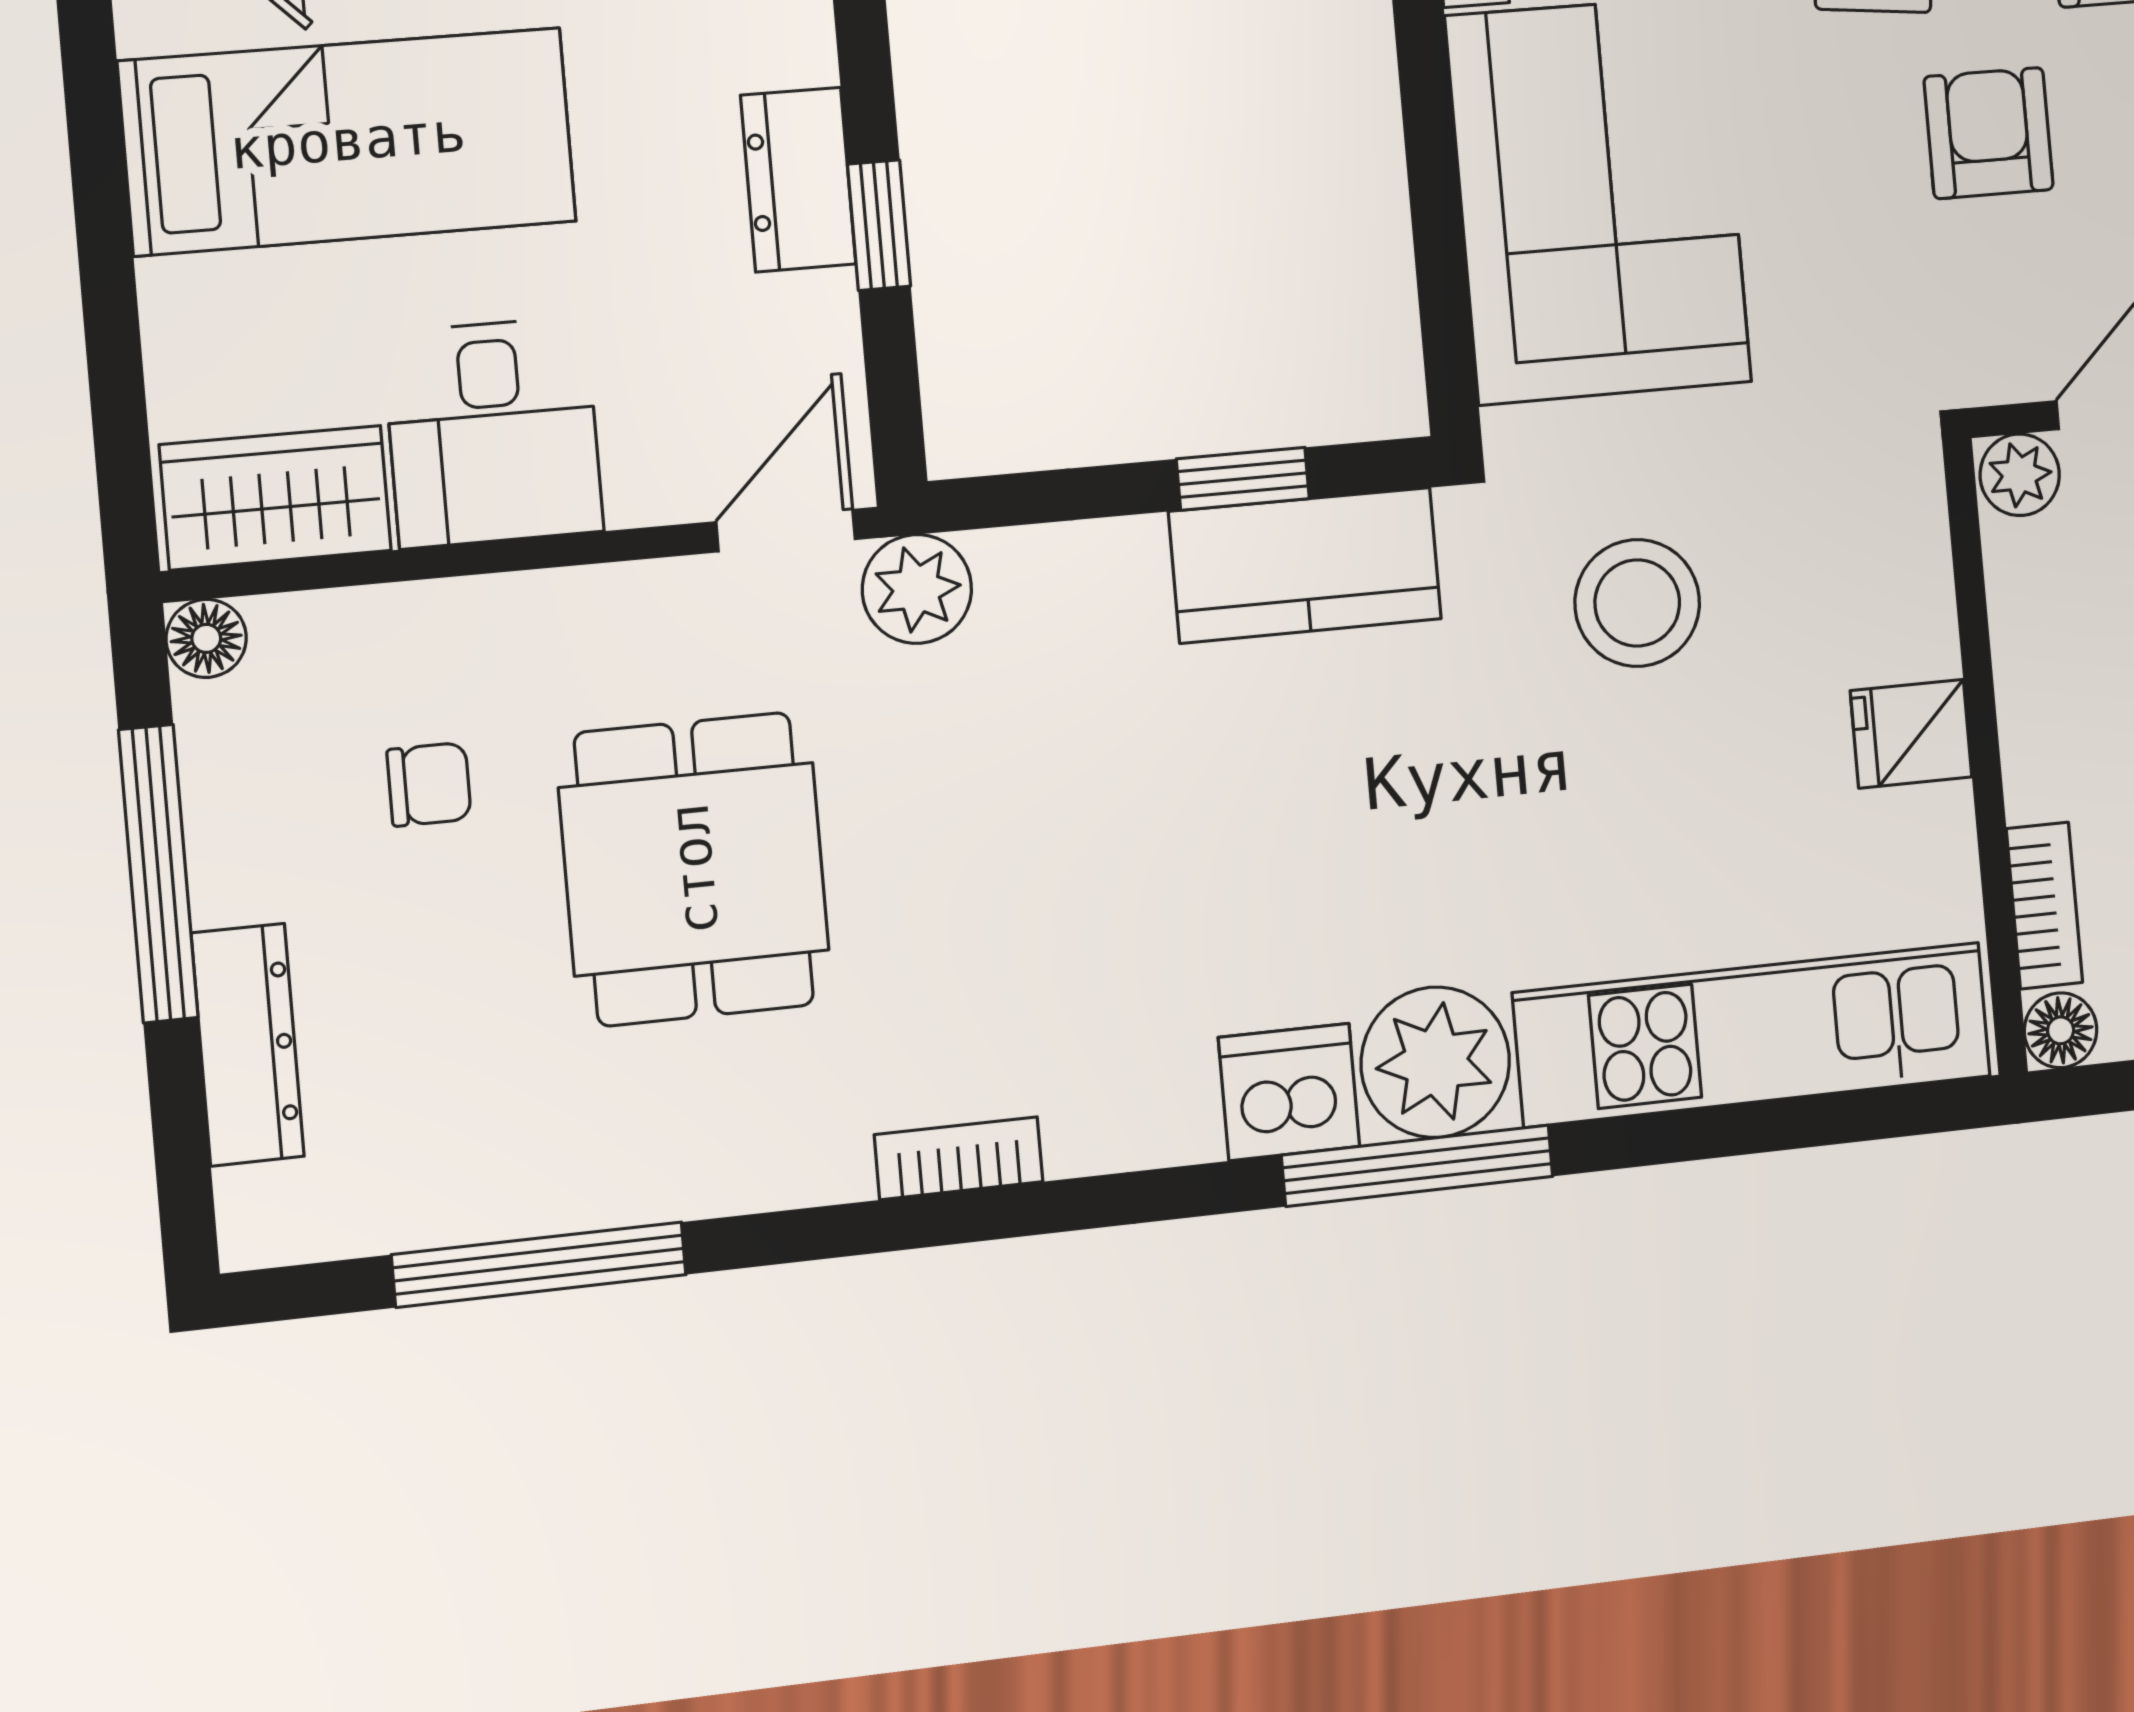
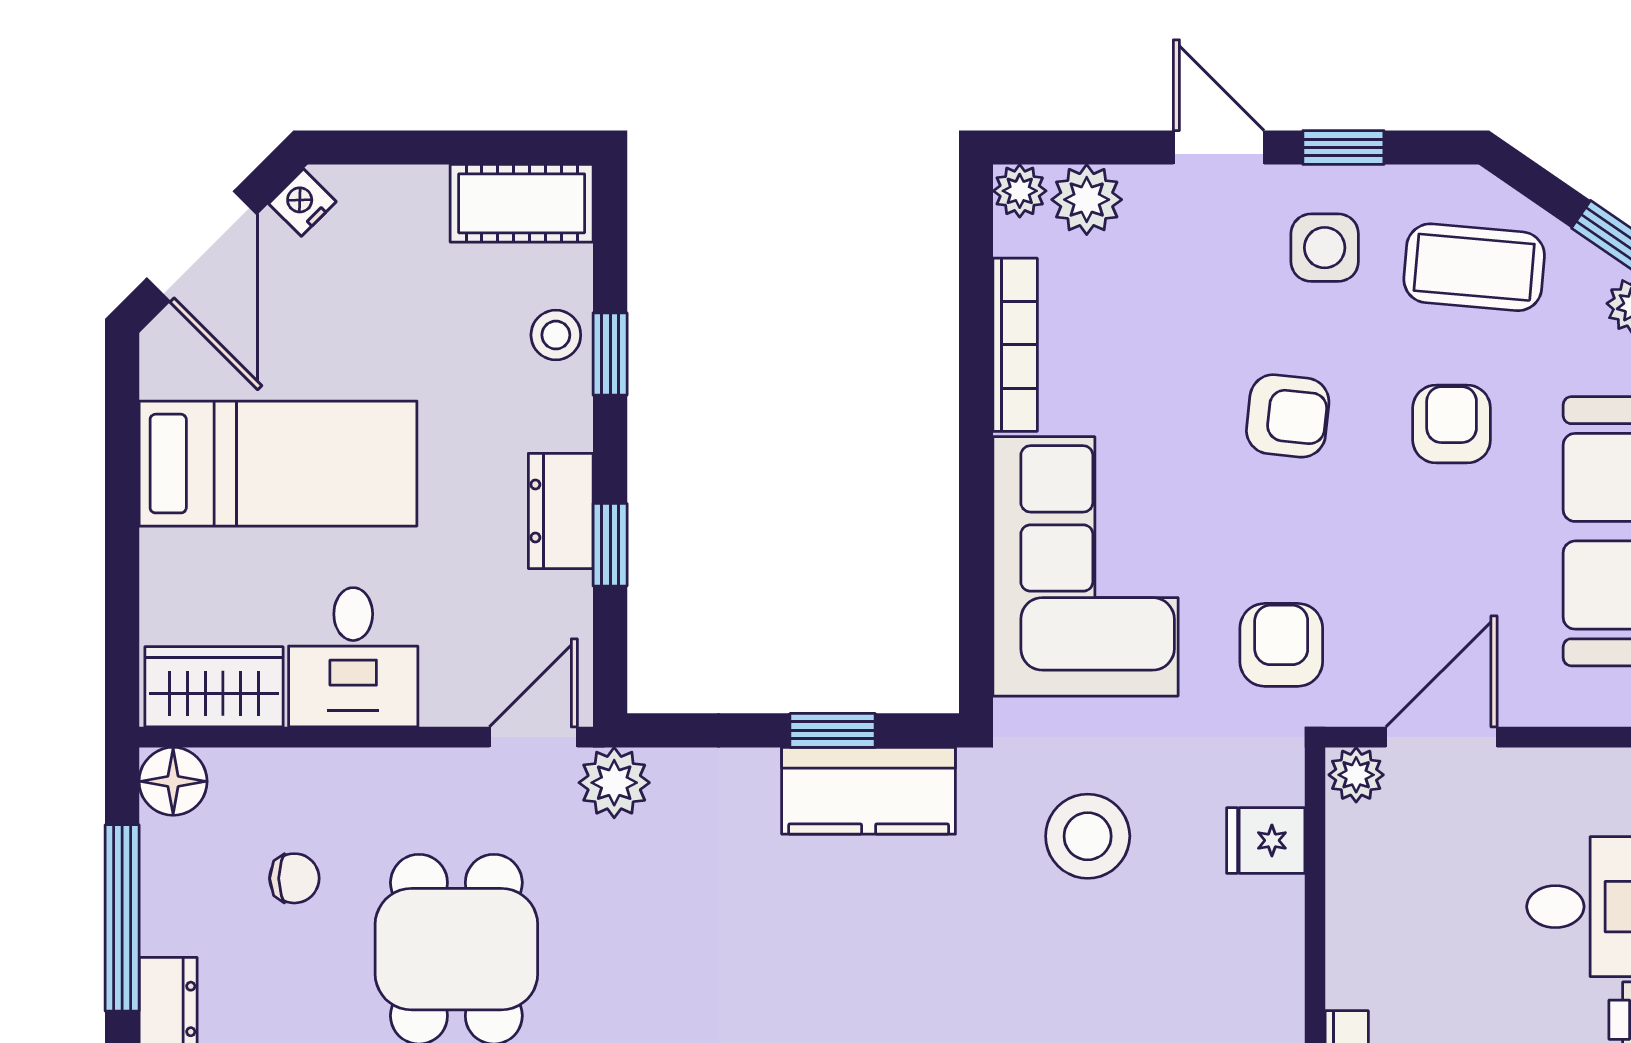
armchair: (1989, 133) -> (1281, 645), moved
floor lamp: (206, 638) -> (173, 781), width x1.37, depth x1.37
fridge: (1911, 734) -> (1266, 840), moved

